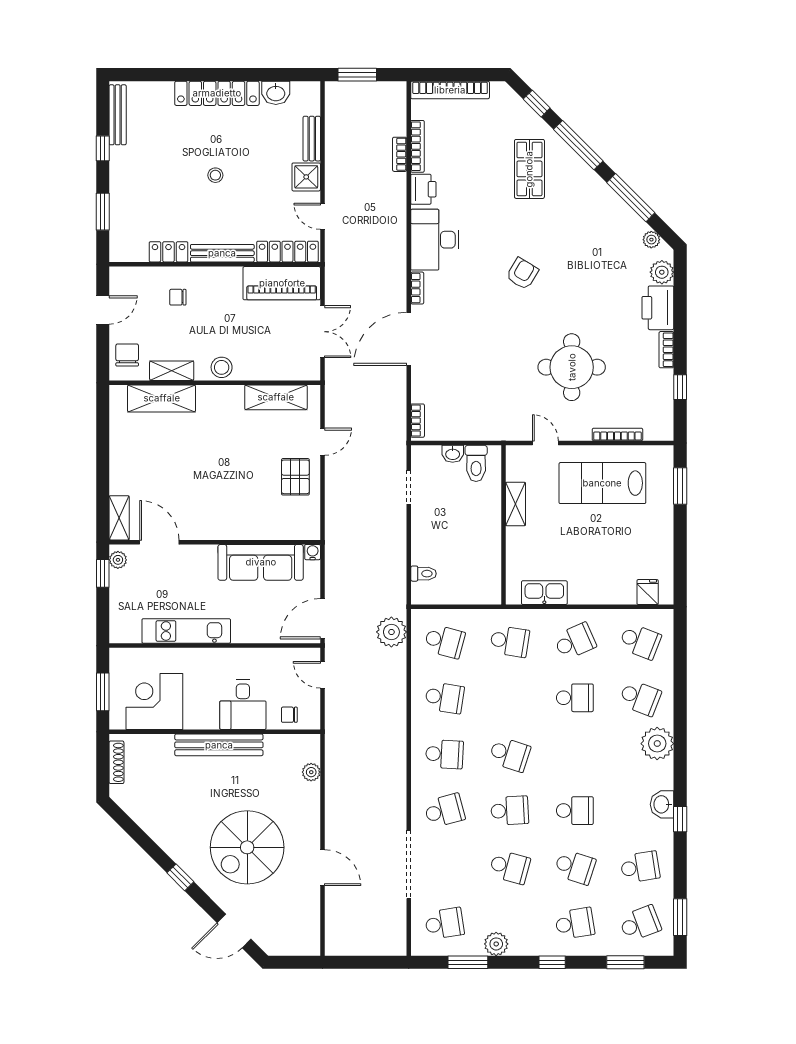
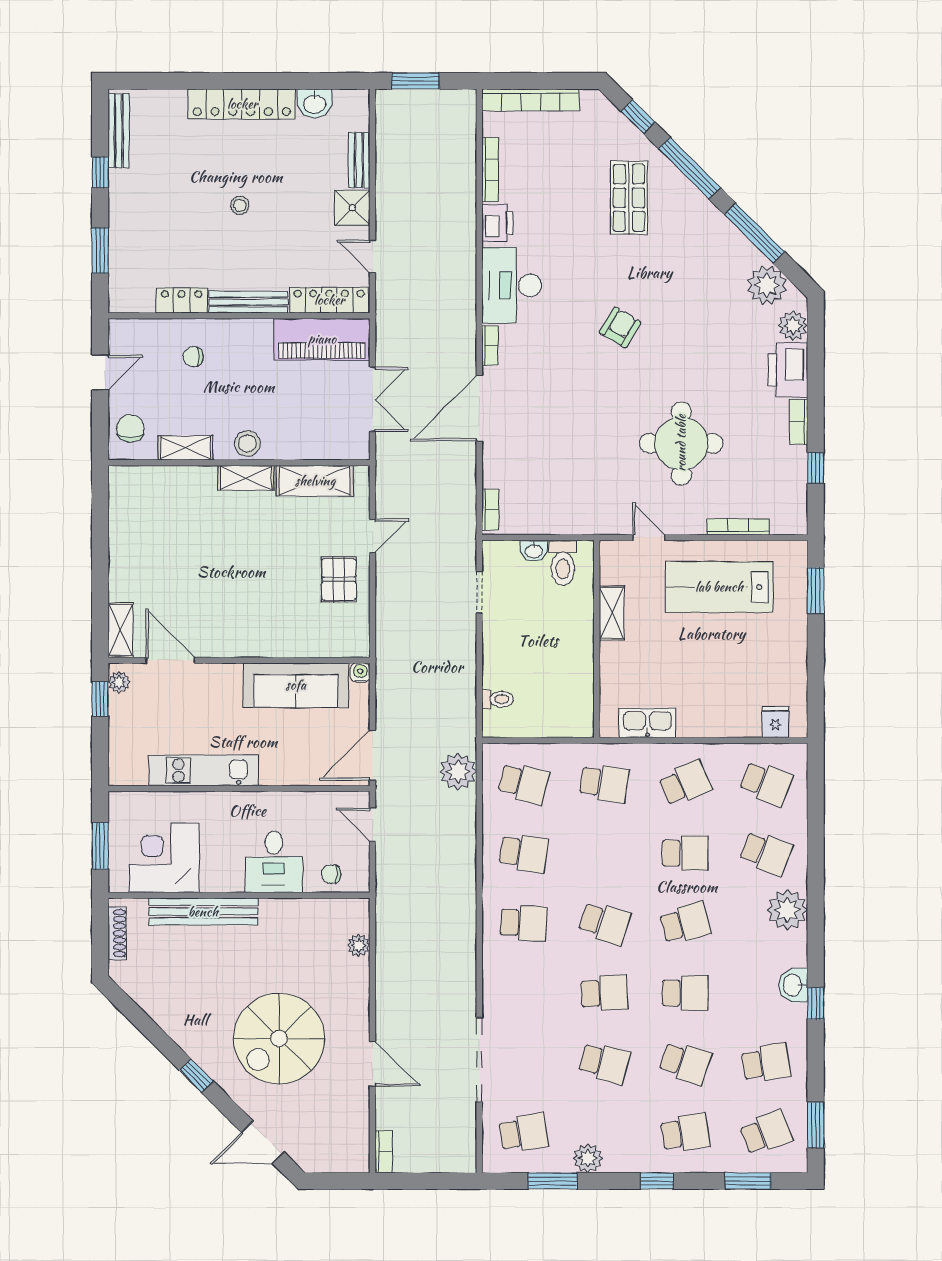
bookcase: (400, 154) -> (384, 1152), moved, turned 180
plant: (651, 240) -> (767, 285), width x1.88, depth x1.88
shelving: (162, 398) -> (246, 478), moved, width x0.67, depth x0.75
bench: (219, 745) -> (203, 912), moved
school desk: (444, 811) -> (685, 923), moved

